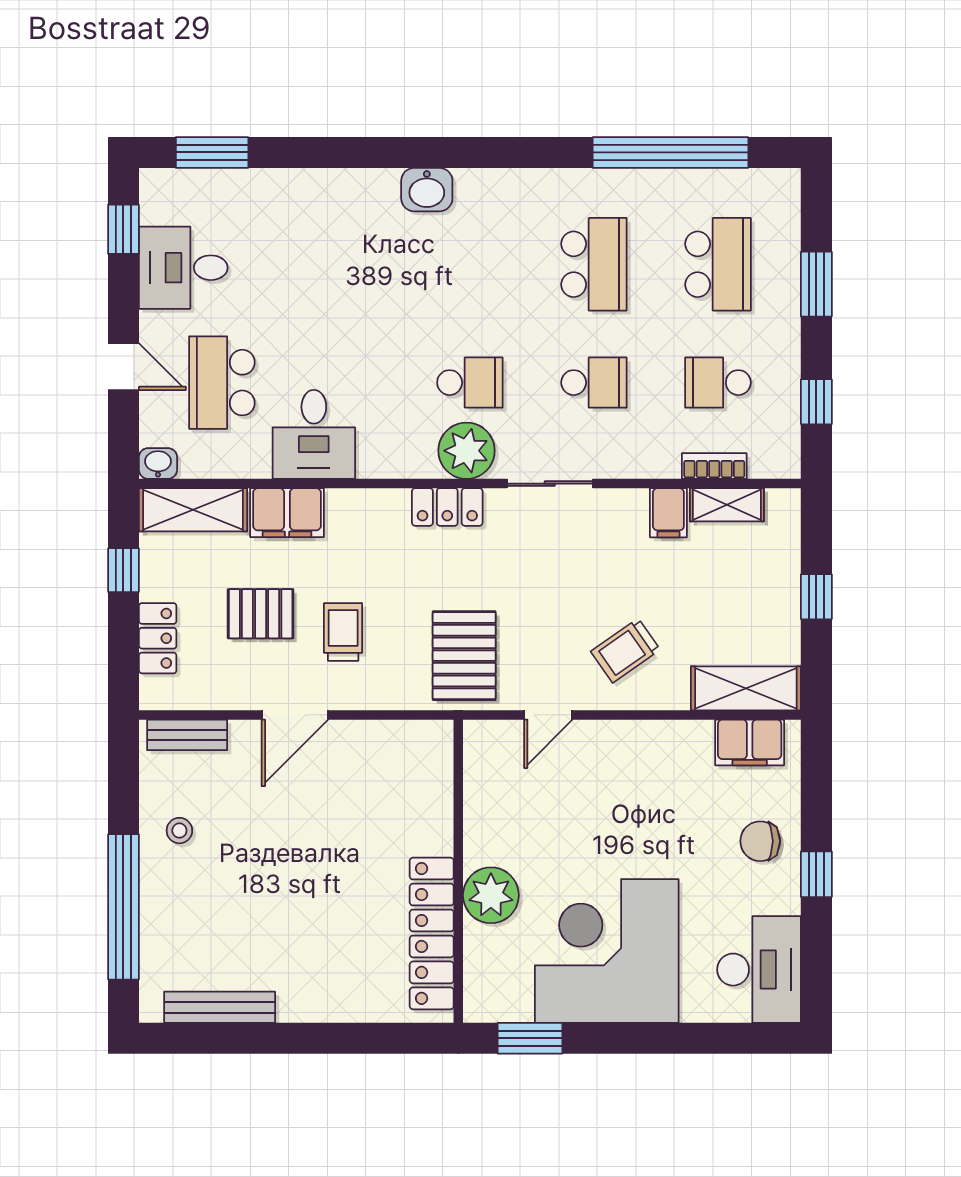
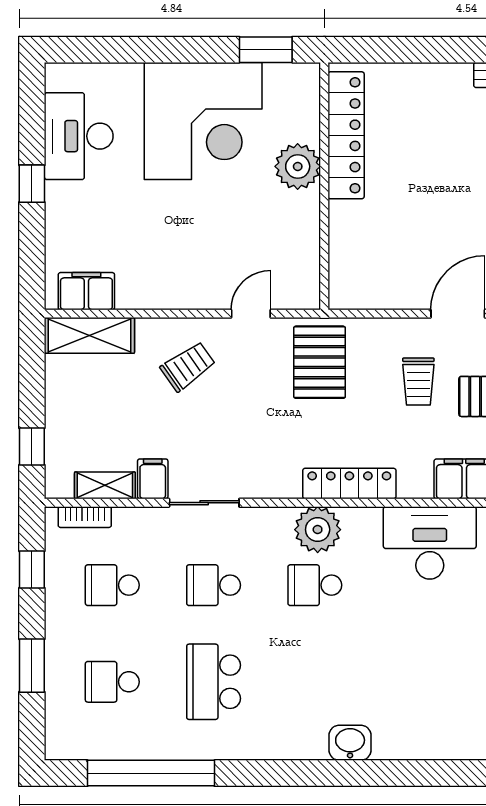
school desk: (718, 264) -> (112, 682), width x0.54
school desk: (718, 383) -> (112, 585), turned 180
desk: (314, 434) -> (430, 543), width x1.37
bookcase: (714, 466) -> (85, 517), moved
sliding door: (550, 484) -> (204, 503), moved
locker: (447, 507) -> (349, 484), width x1.53
window: (816, 597) -> (32, 447), moved
chair: (760, 841) -> (78, 211), removed
desk: (759, 970) -> (79, 136), moved

